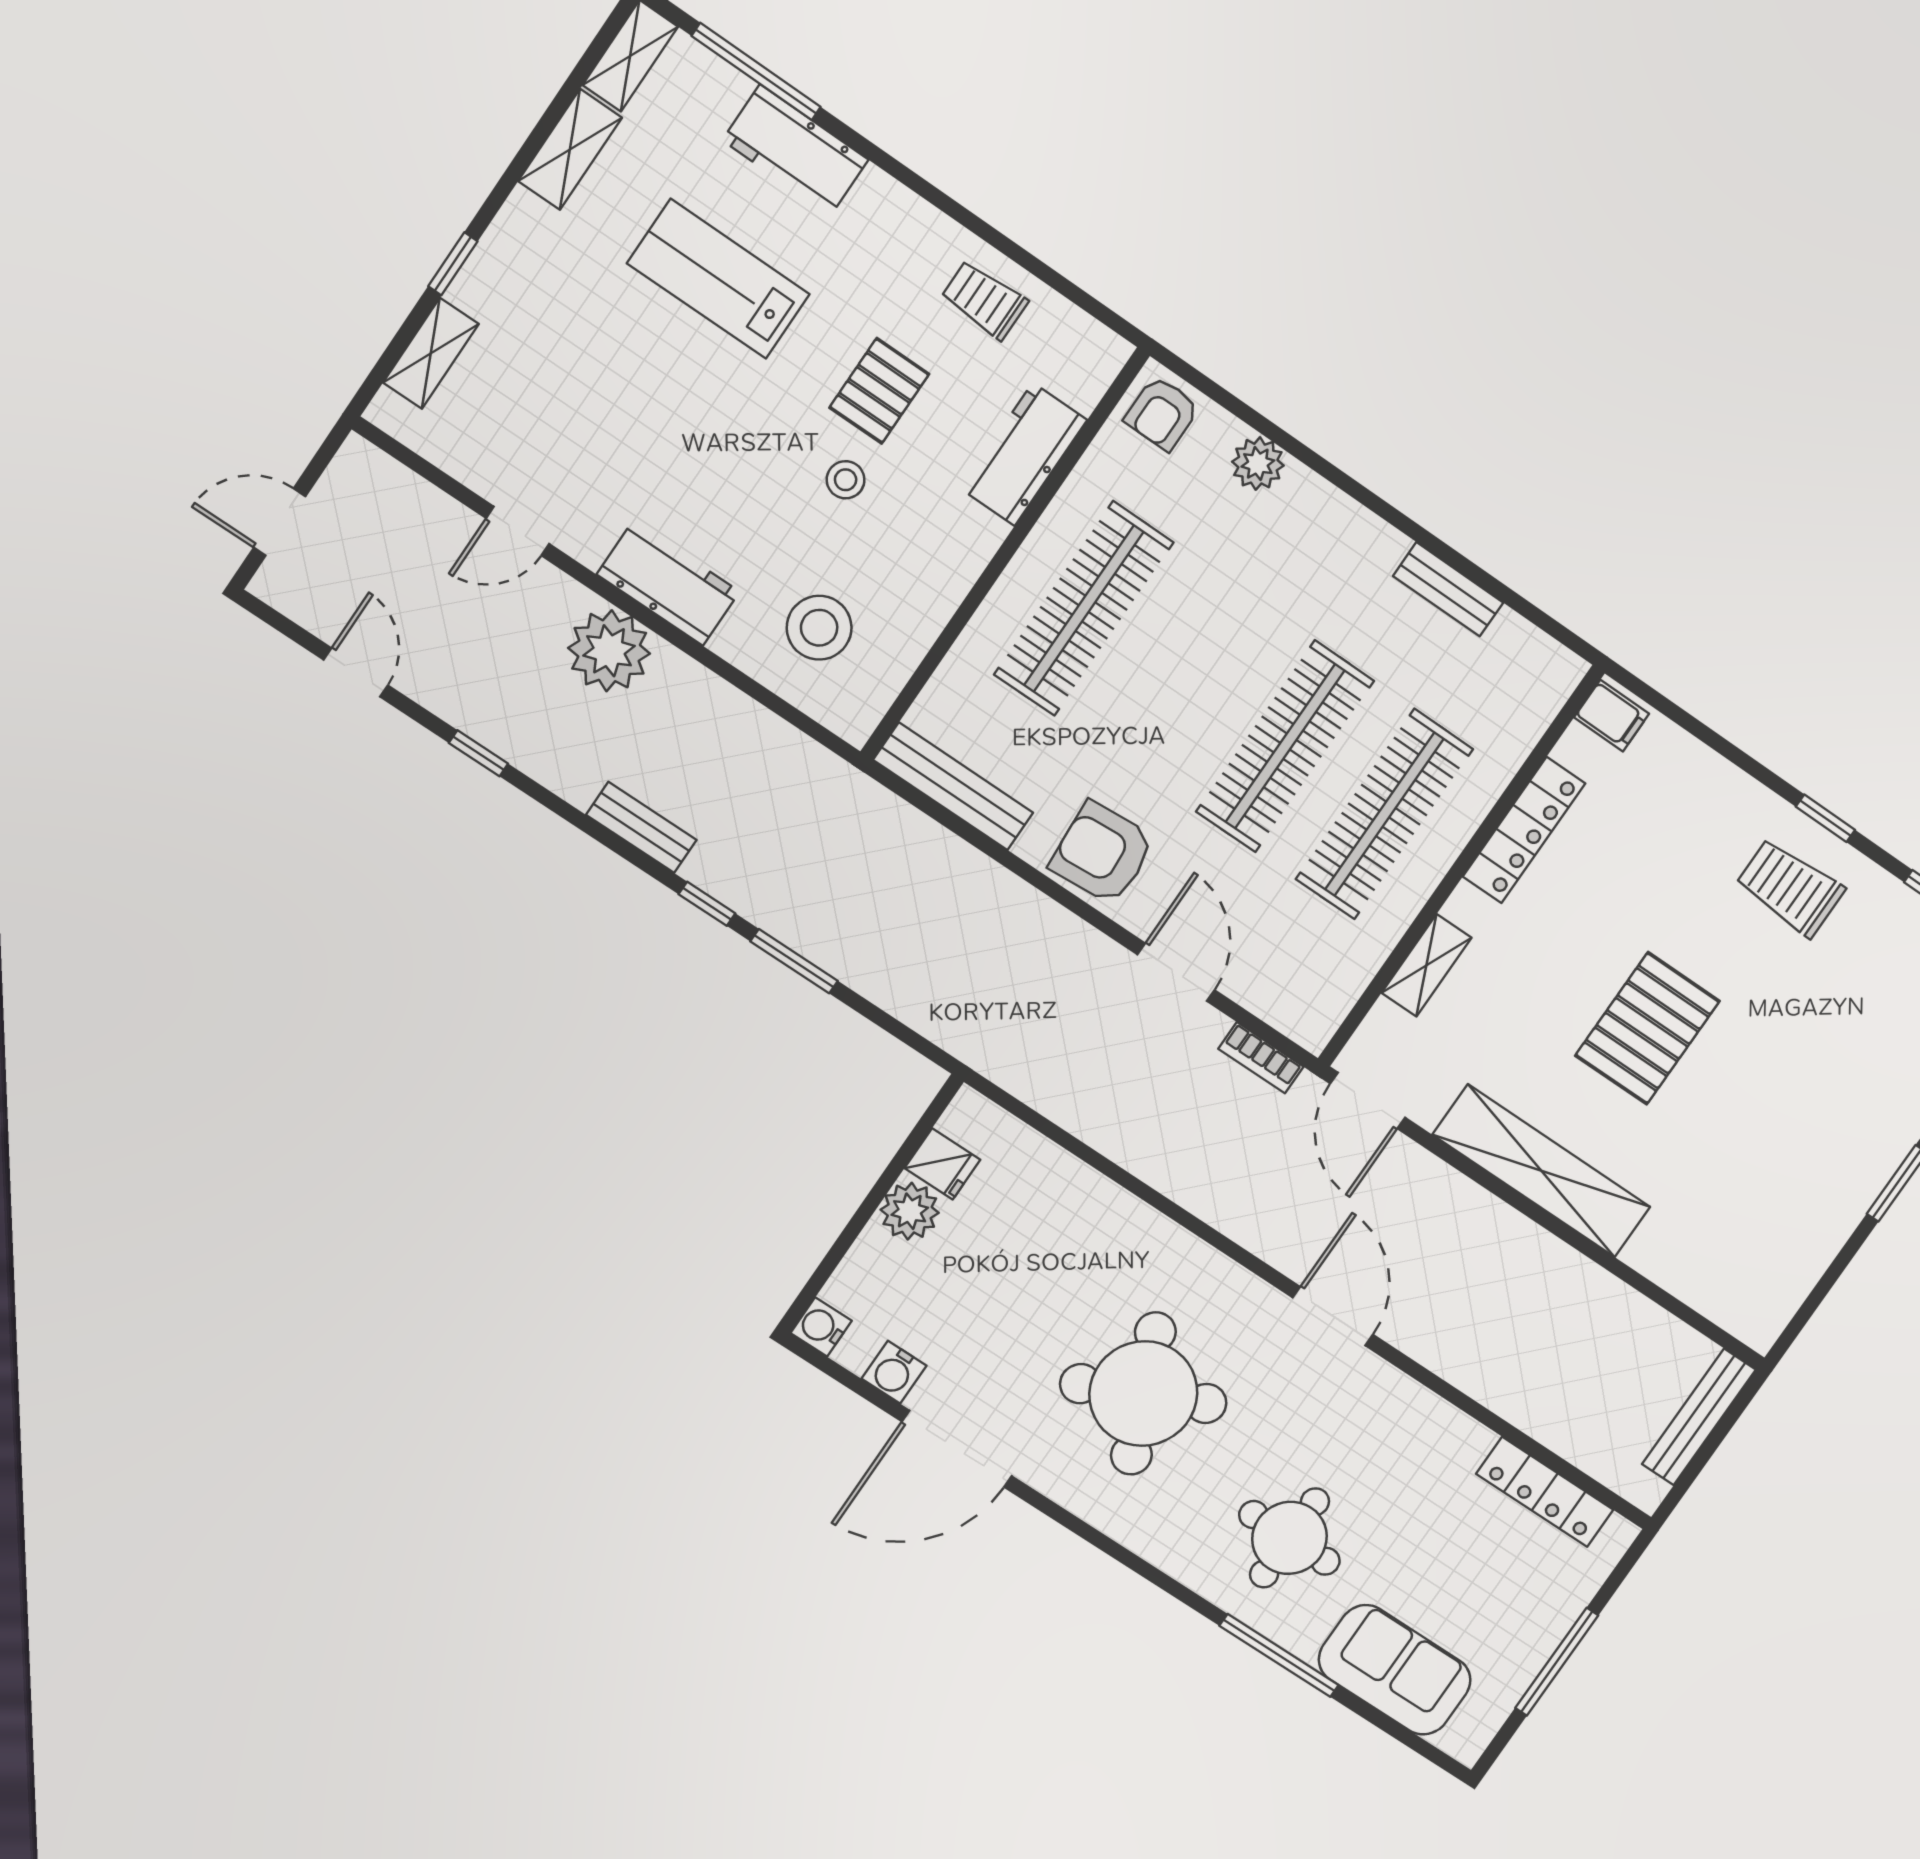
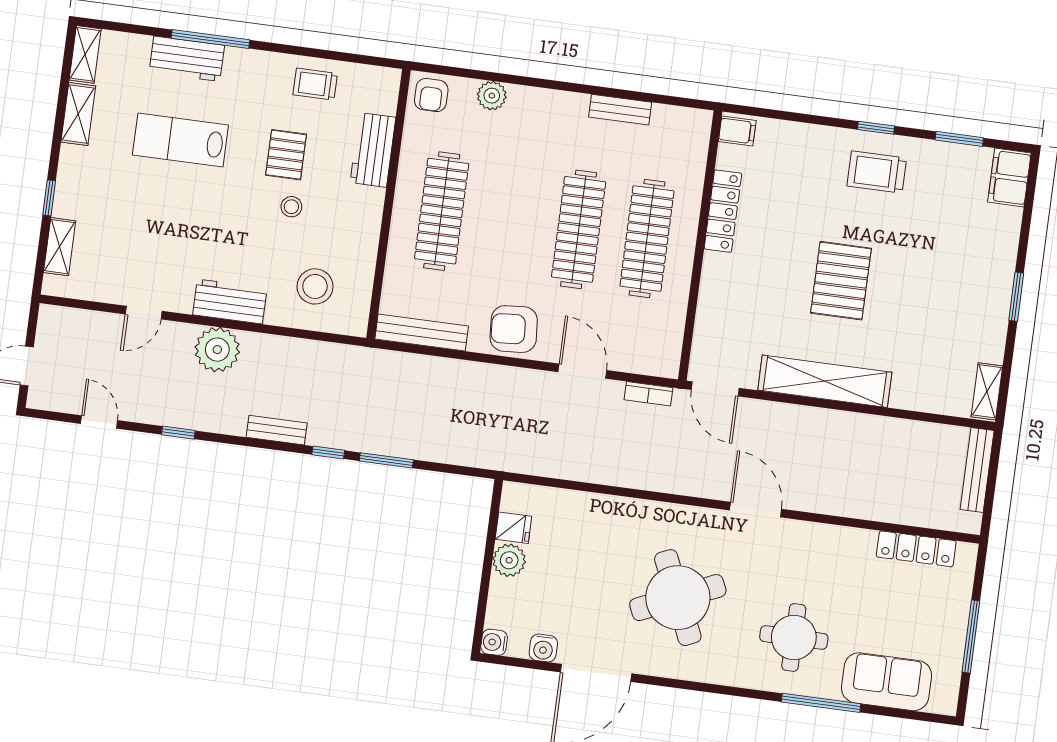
window: (756, 71) -> (210, 39), moved
shelving: (1426, 965) -> (987, 391), moved

